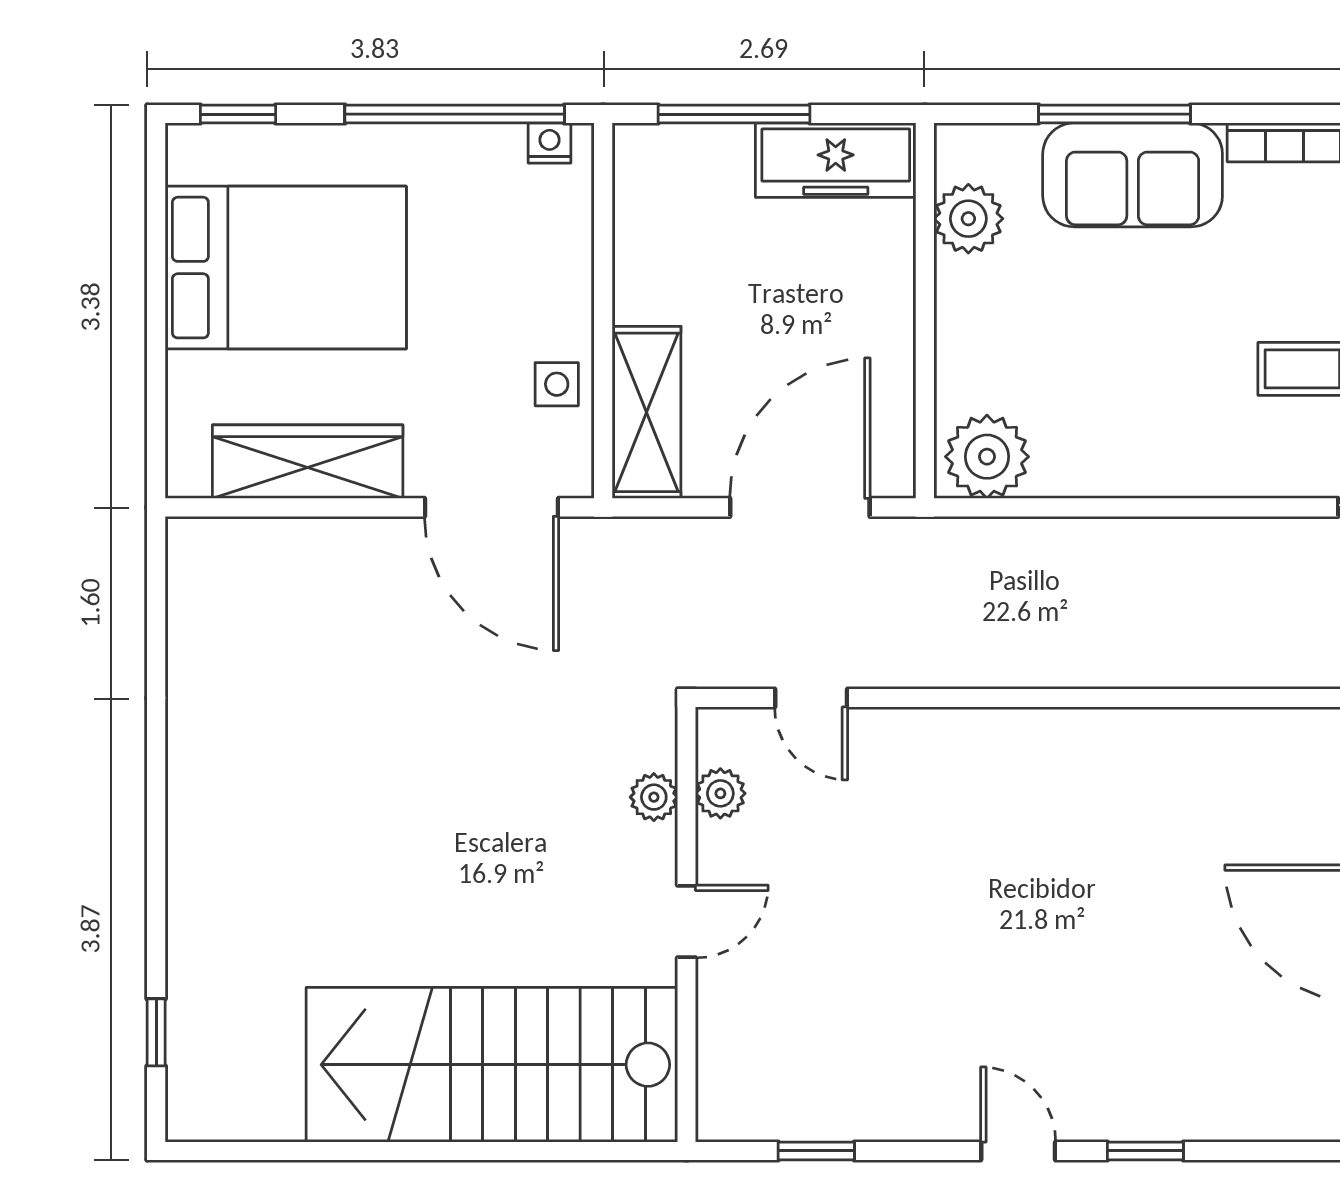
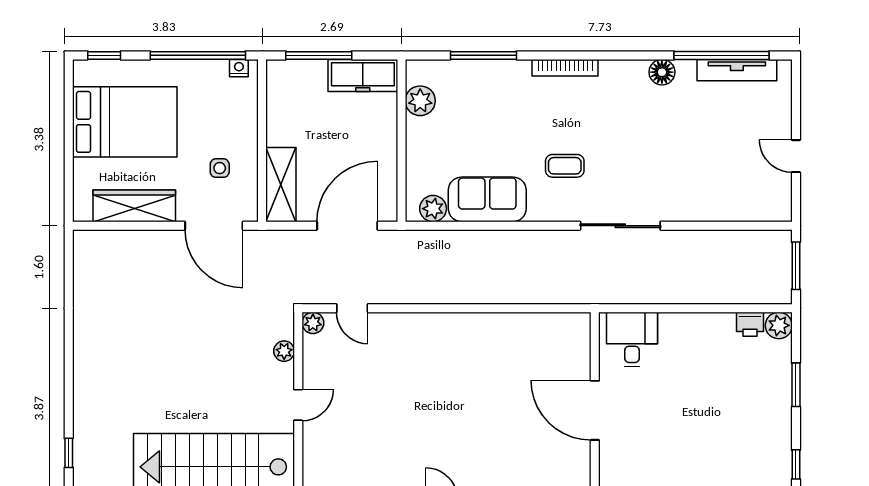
sofa: (1133, 175) -> (487, 199), moved, turned 180
side table: (557, 384) -> (220, 168), moved
plant: (987, 457) -> (433, 209), width x0.73, depth x0.73
plant: (720, 793) -> (313, 323), moved

